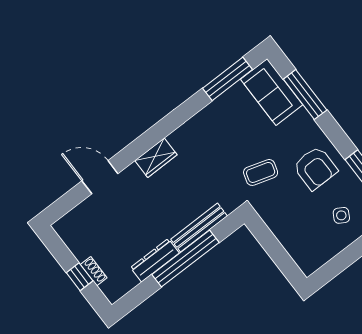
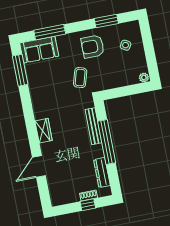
armchair: (315, 168) -> (93, 47), turned 180
dresser: (155, 260) -> (102, 173), moved
plant: (307, 266) -> (144, 78), added

